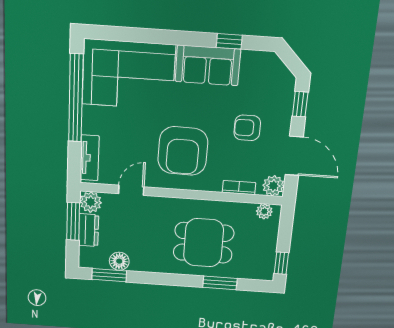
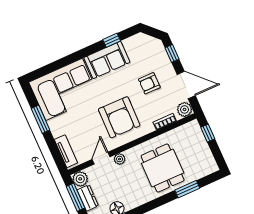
window: (76, 98) -> (40, 119), width x0.47
plant: (264, 211) -> (120, 159), moved
dining table: (204, 243) -> (163, 168), turned 90
window: (281, 263) -> (208, 133), moved

